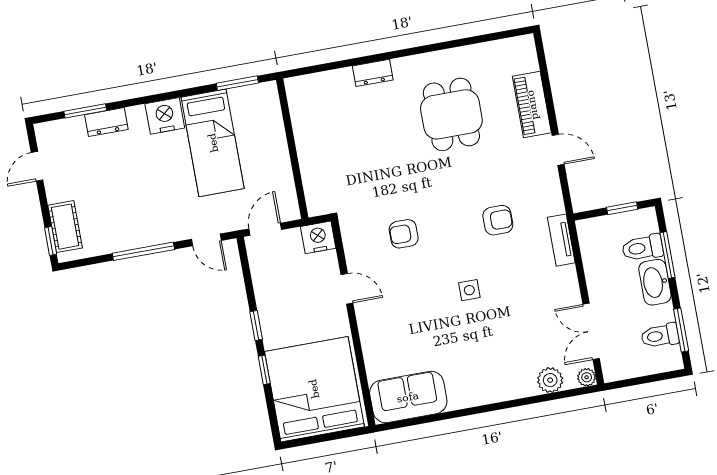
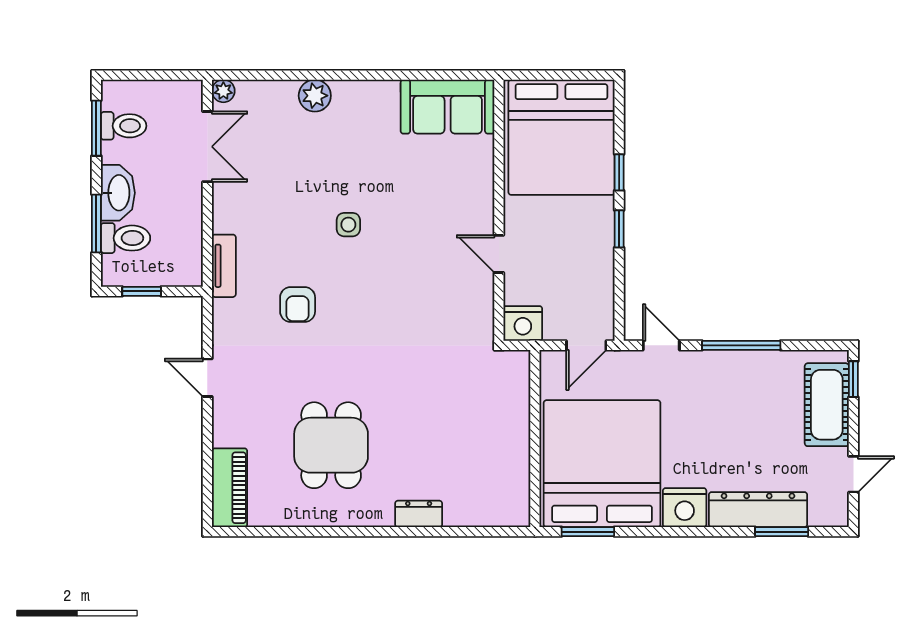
piano: (532, 105) -> (230, 488), moved
dresser: (106, 122) -> (758, 510), width x1.96, depth x1.24
bed: (213, 143) -> (602, 464), width x2.04
armchair: (498, 220) -> (298, 304), turned -90
cot: (65, 227) -> (827, 405), width x1.37, depth x1.34
armchair: (404, 234) -> (417, 309), removed
plant: (550, 380) -> (315, 96), moved

